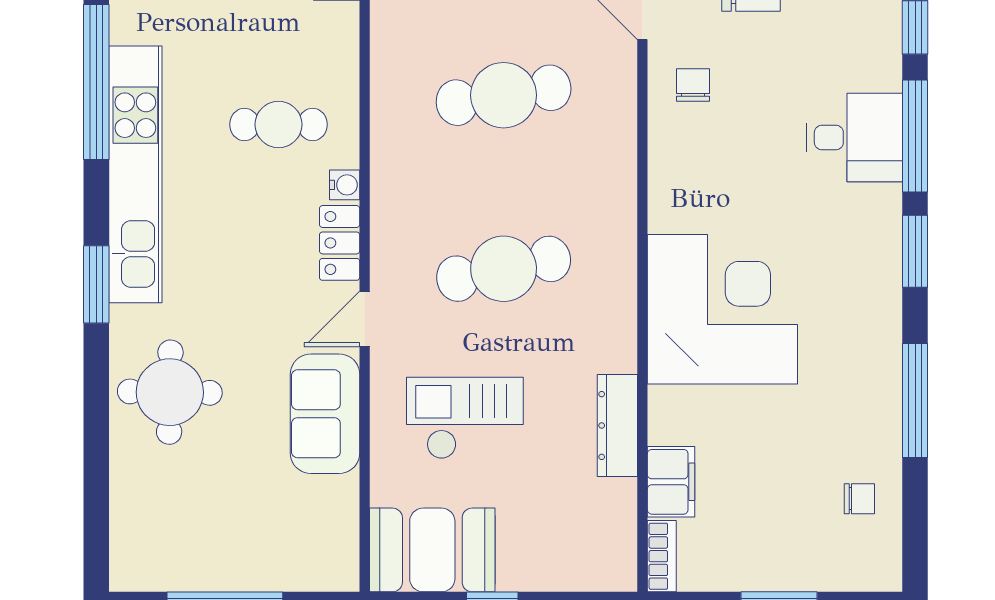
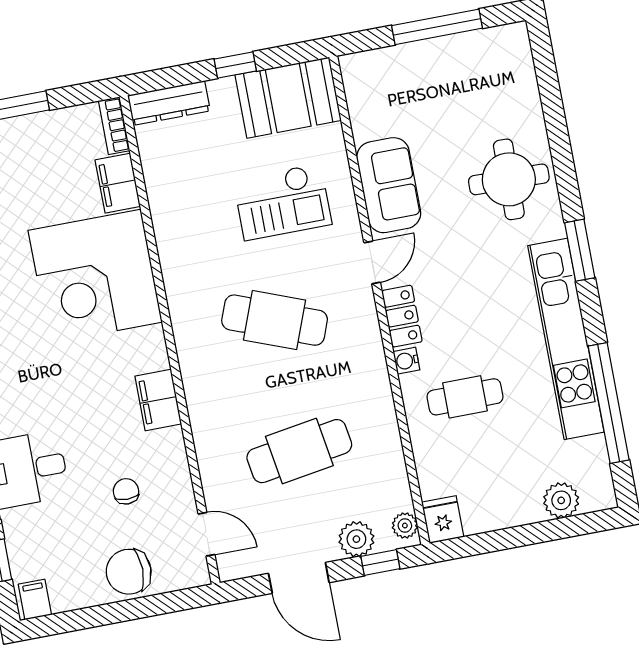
chair: (693, 85) -> (126, 491), moved, turned 180
filing cabinet: (672, 195) -> (158, 400), added
cafe table: (504, 269) -> (275, 320), turned 33
corner desk: (722, 309) -> (95, 276), moved
dresser: (617, 425) -> (169, 103), moved, turned 90

